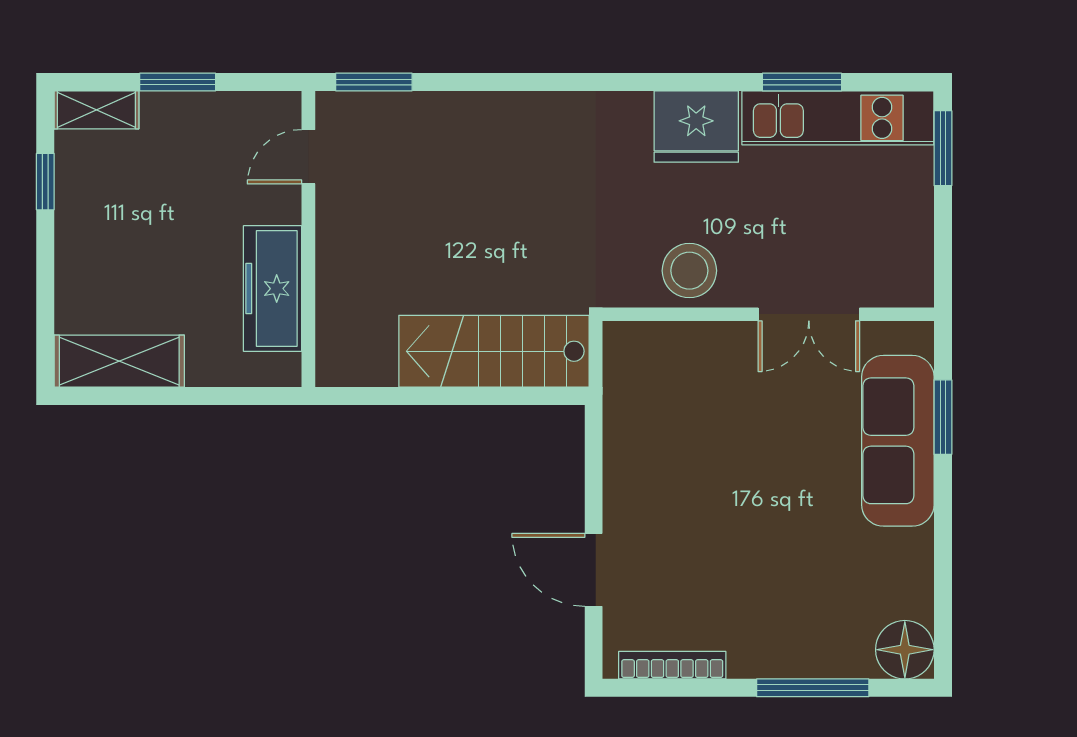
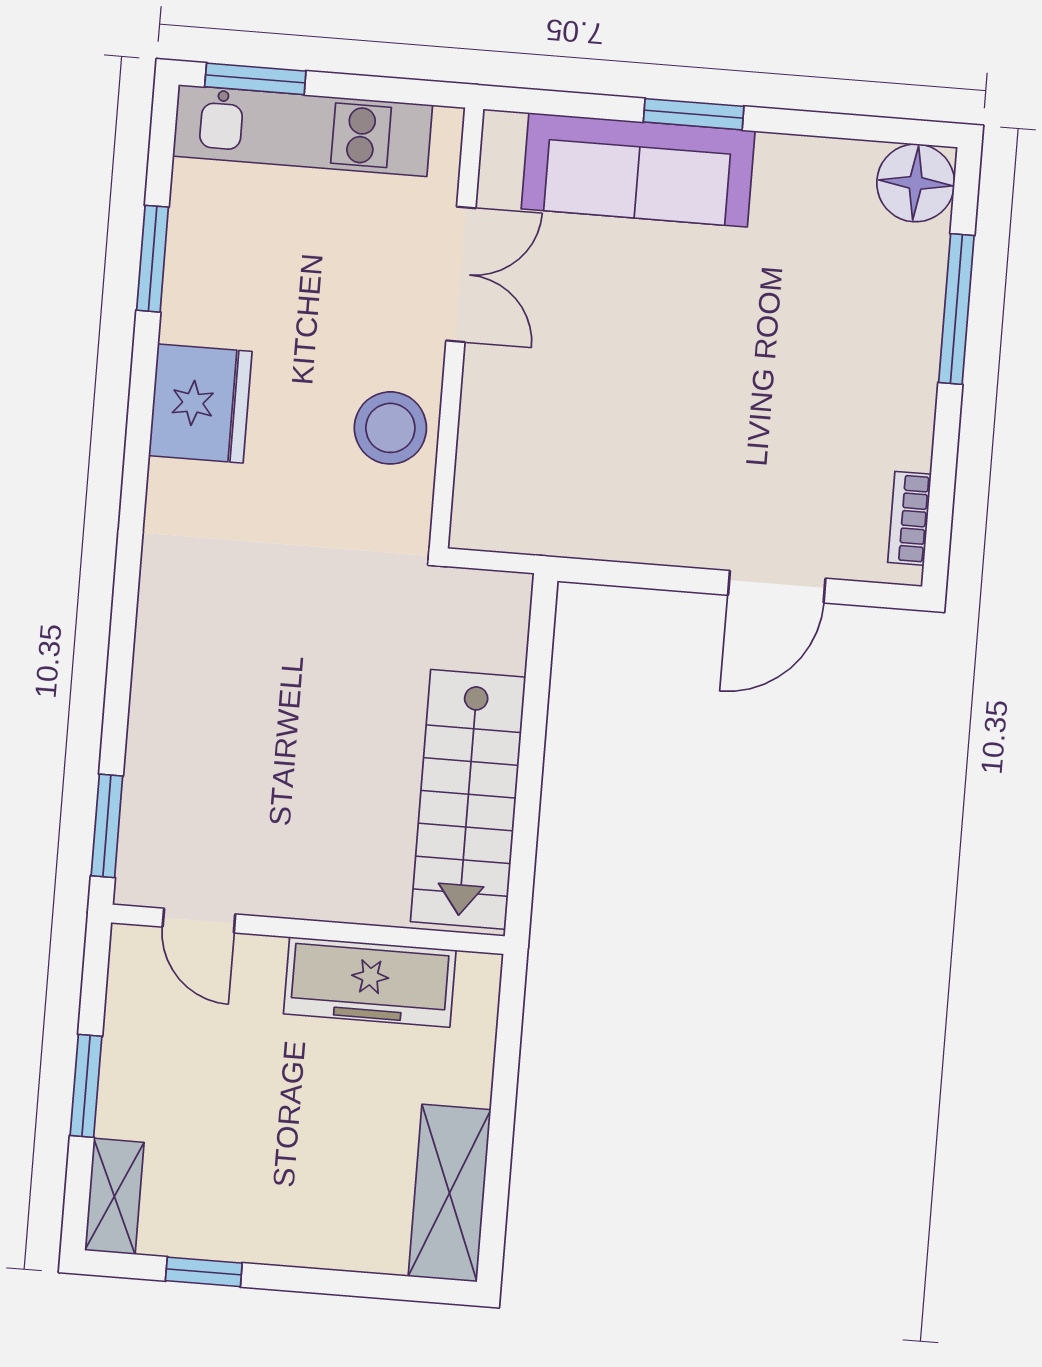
kitchen unit: (838, 118) -> (303, 131), moved, turned 90
stairs: (494, 351) -> (468, 799), moved
window: (943, 417) -> (694, 114), moved
bookcase: (672, 665) -> (909, 518), width x0.64

